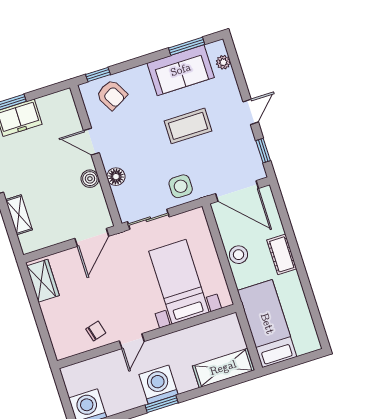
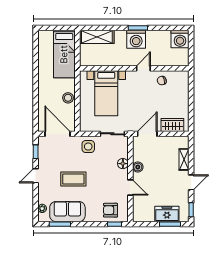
armchair: (112, 95) -> (111, 210), turned -61
cot: (282, 254) -> (44, 90), removed
wardrobe: (43, 281) -> (172, 125), moved, turned 90

